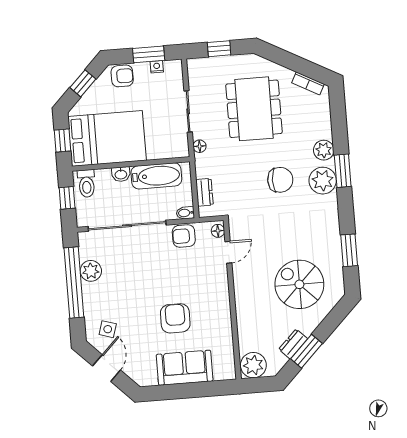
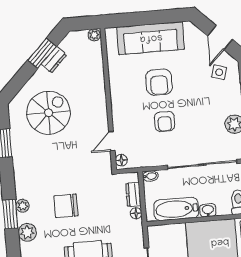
floor lamp: (200, 146) -> (136, 213), moved
plant: (323, 181) -> (23, 206), width x0.53, depth x0.53
armchair: (184, 236) -> (165, 121), moved, turned 90
spiral stairs: (299, 284) -> (49, 113), turned -90
plant: (253, 365) -> (94, 35), width x0.53, depth x0.53
sofa: (185, 368) -> (151, 38), width x1.36

